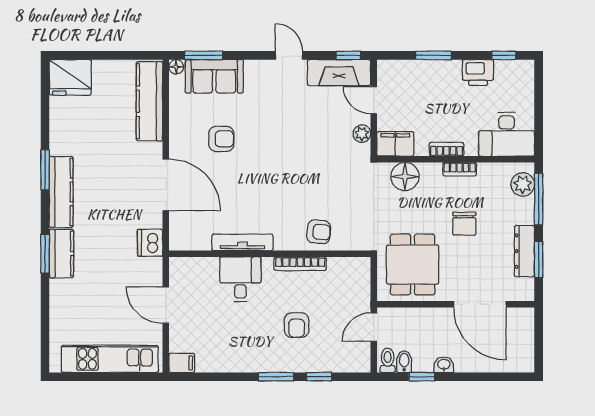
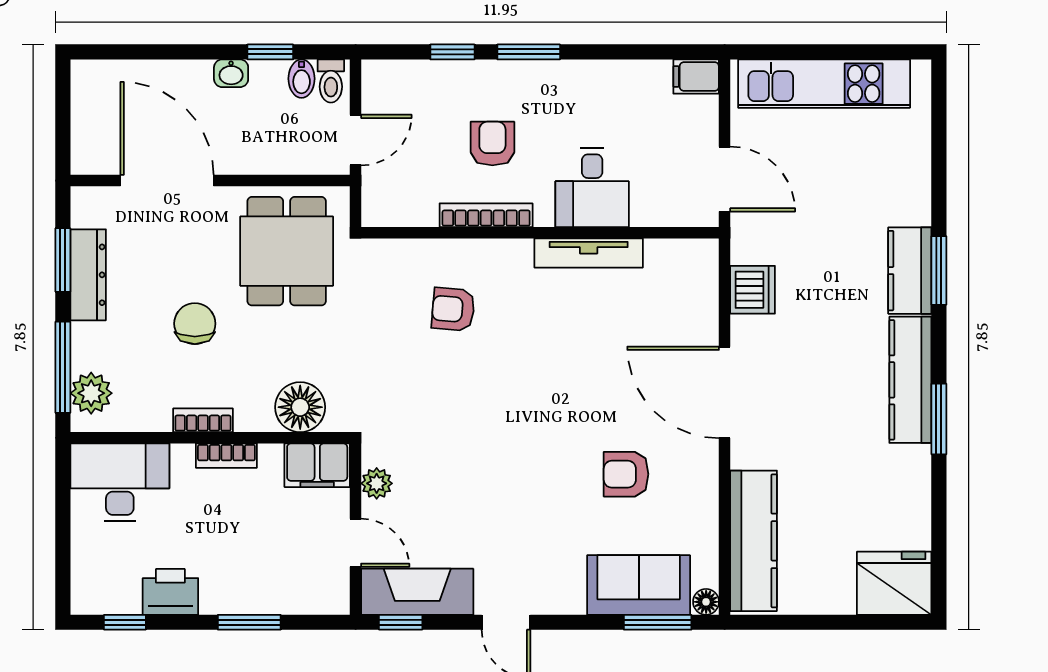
tv unit: (242, 242) -> (589, 253), moved
wall: (270, 254) -> (540, 233), moved
bookcase: (300, 264) -> (486, 215), moved
desk: (240, 279) -> (592, 188), moved

